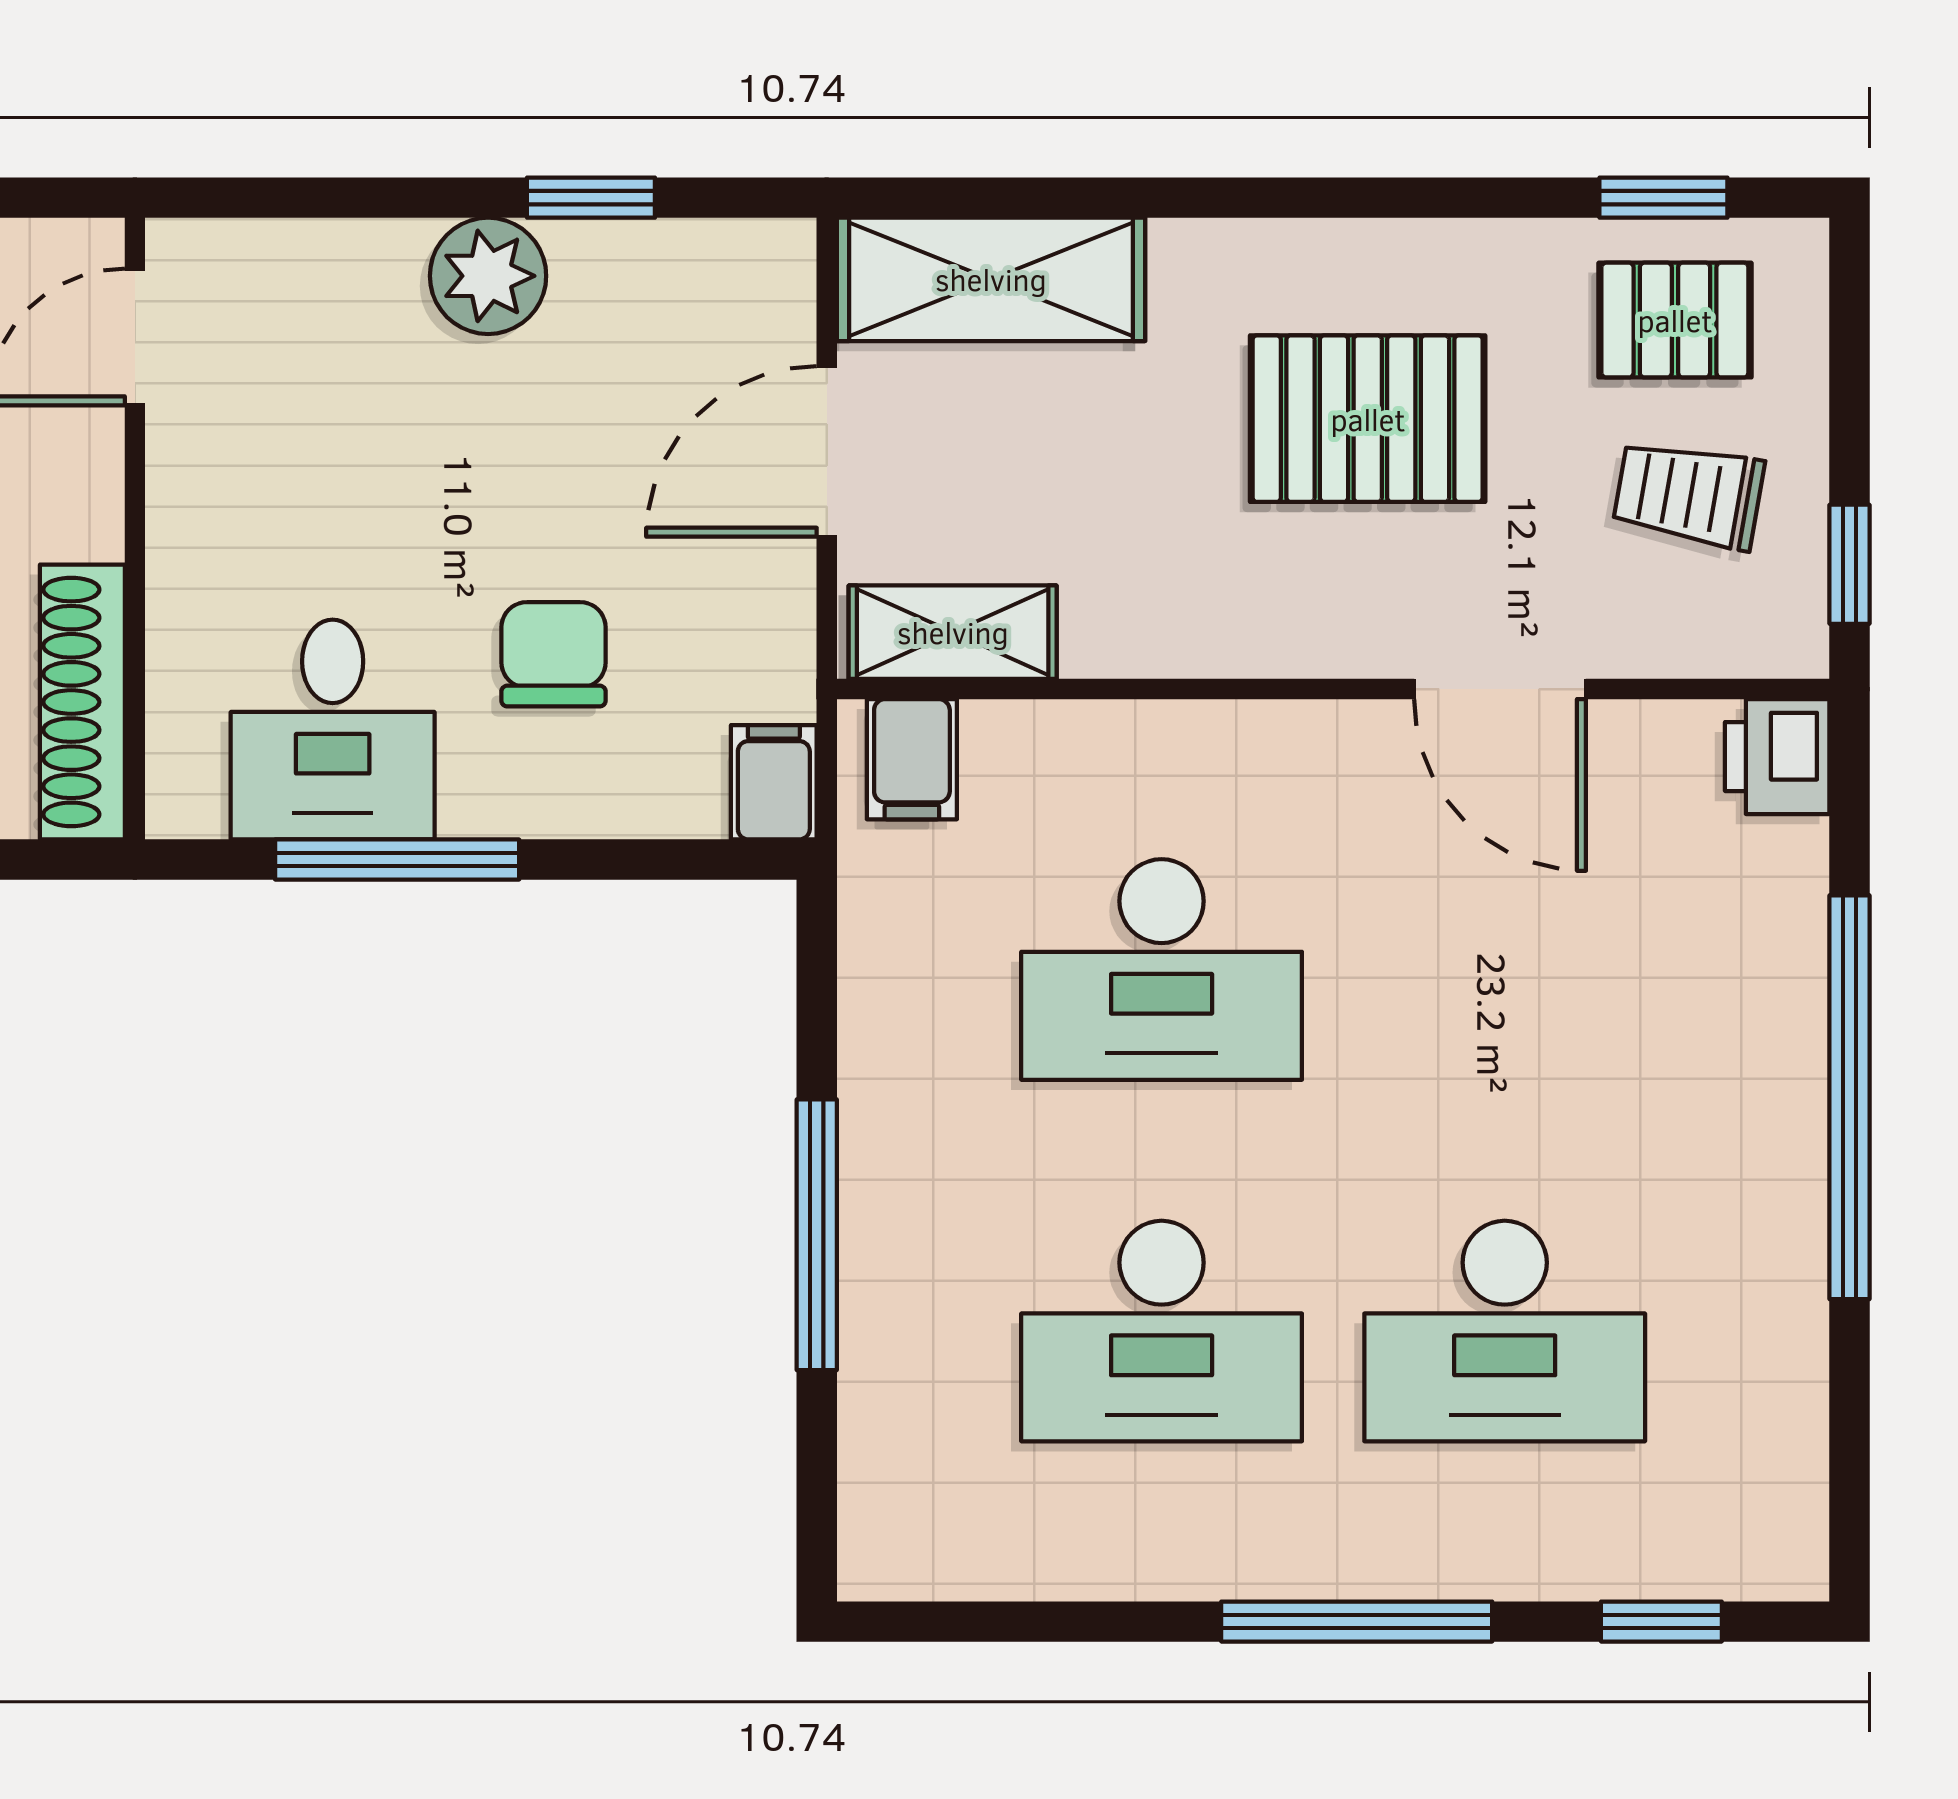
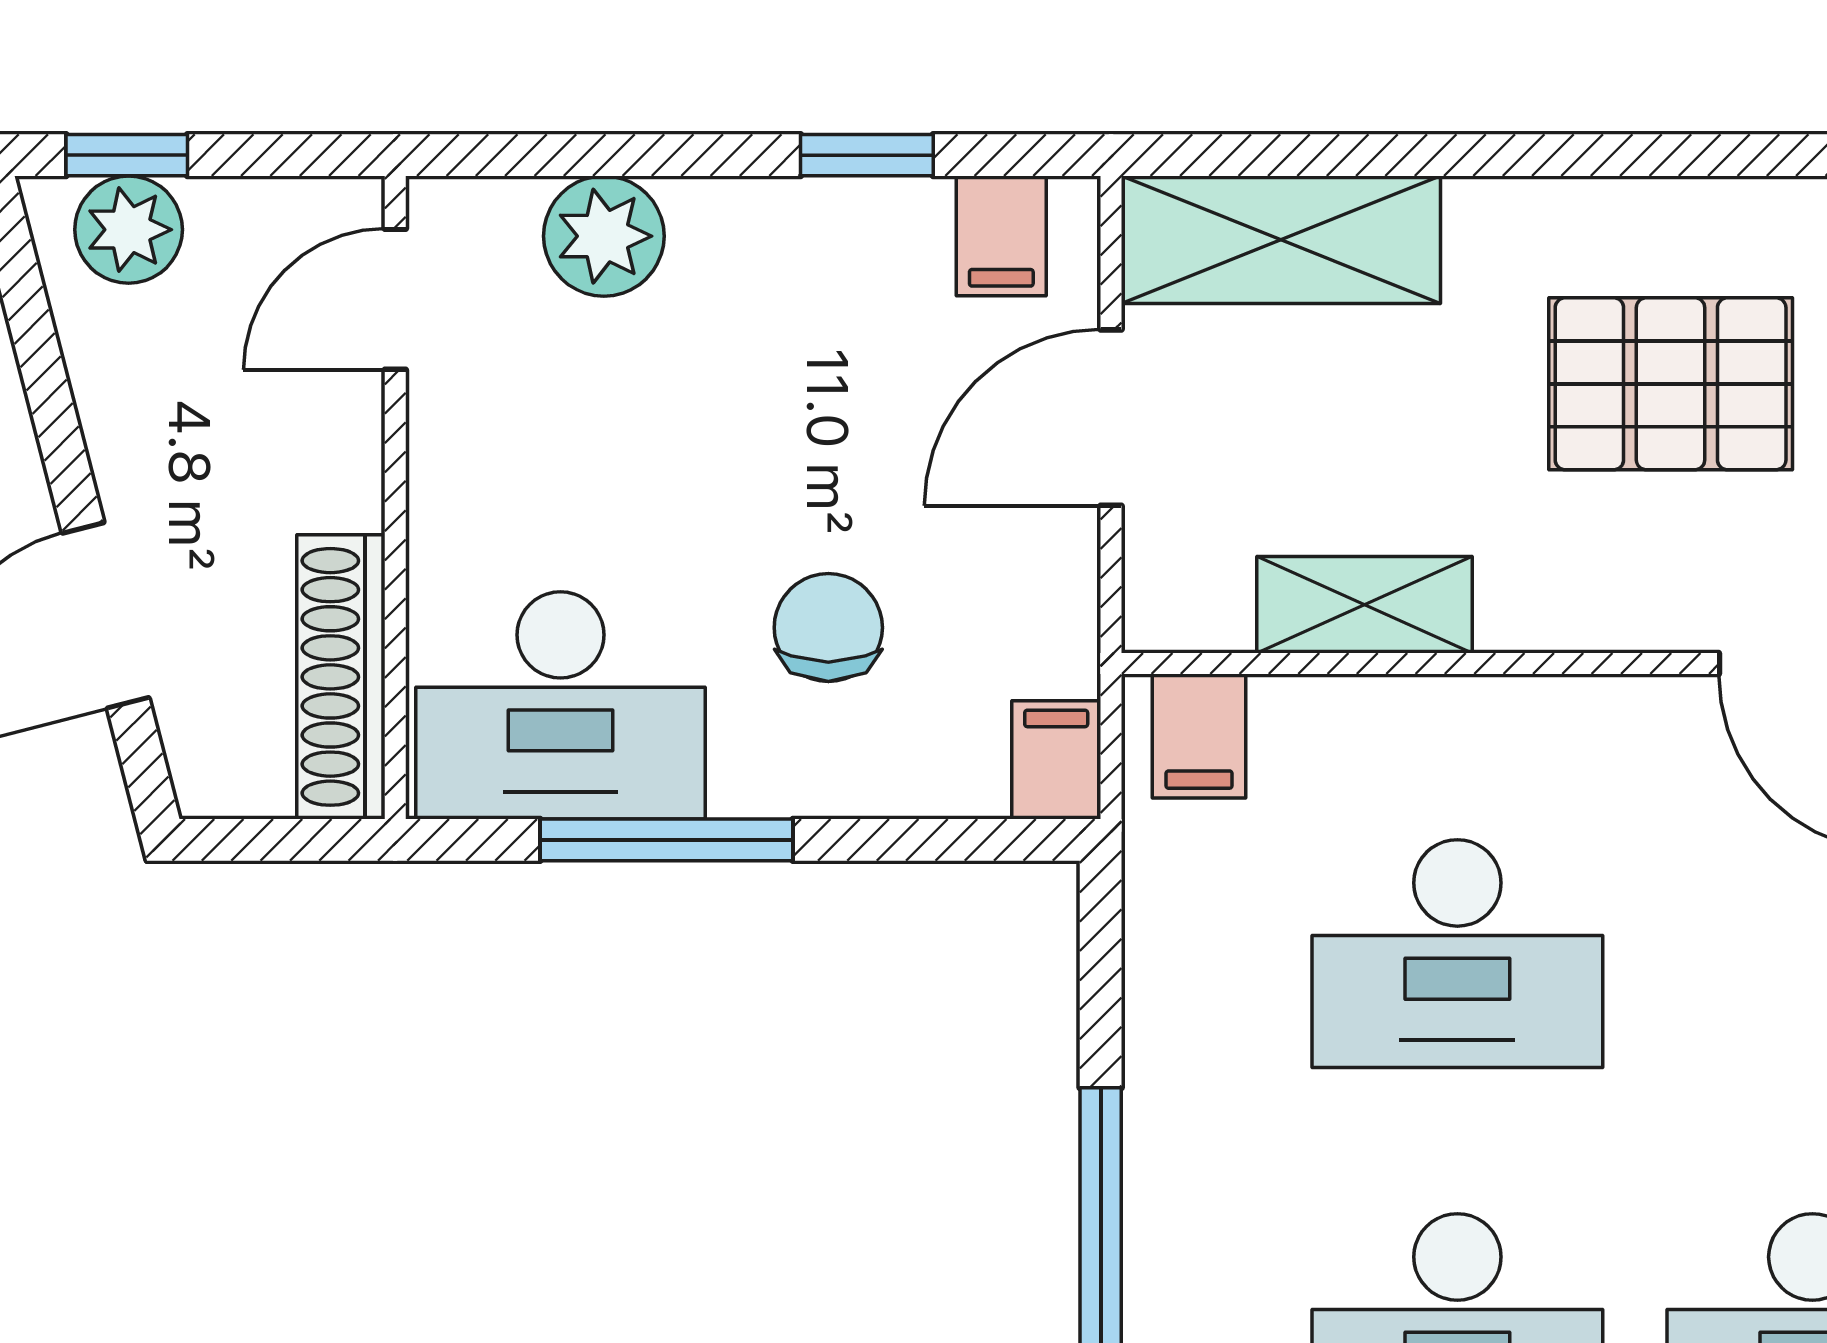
plant: (488, 276) -> (604, 236), moved
filing cabinet: (721, 276) -> (1001, 236), added
shelving: (953, 632) -> (1365, 605), moved
desk: (333, 730) -> (560, 705), width x1.37

